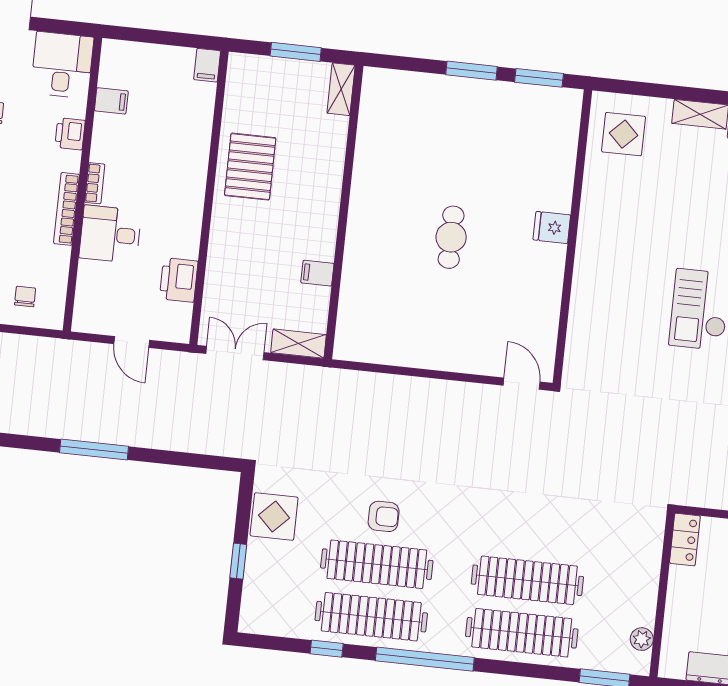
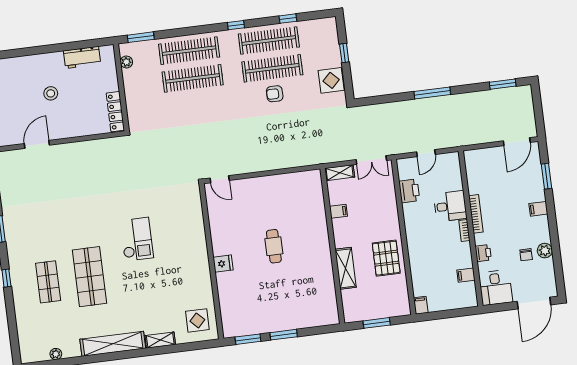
shelving: (341, 89) -> (346, 268), moved, width x1.50, depth x1.33
chair: (25, 296) -> (487, 164), removed
door: (132, 342) -> (426, 153), swing flipped
locker: (685, 540) -> (115, 112), width x1.53
window: (425, 659) -> (236, 25), width x0.32

